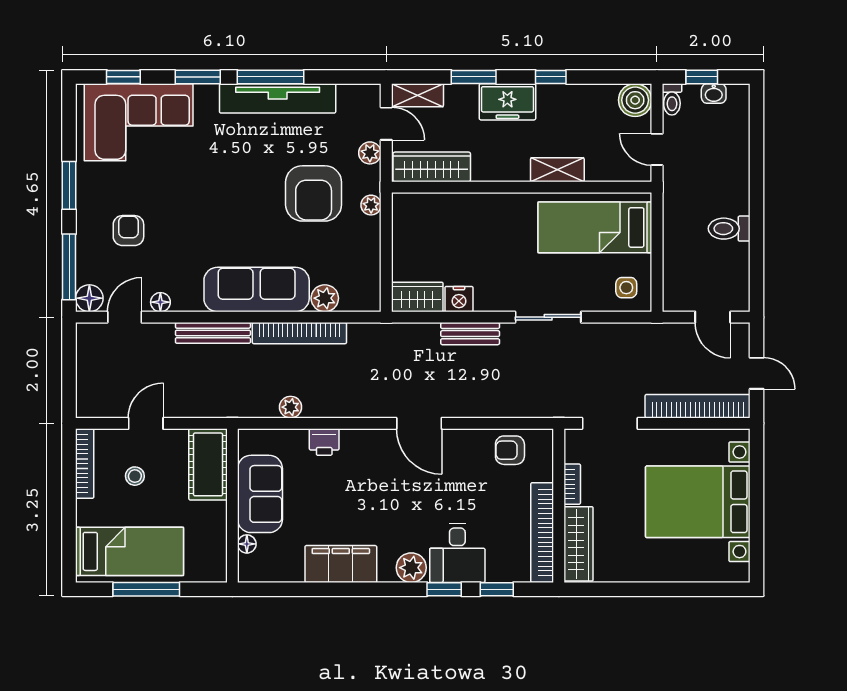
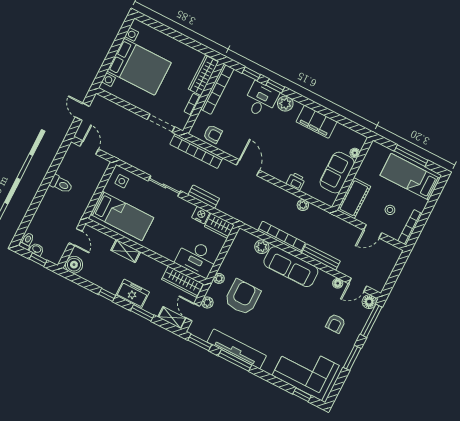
window: (198, 77) -> (200, 342), moved
toilet: (672, 99) -> (27, 241), moved
desk: (428, 221) -> (197, 258), added
bookcase: (698, 406) -> (196, 151), moved

